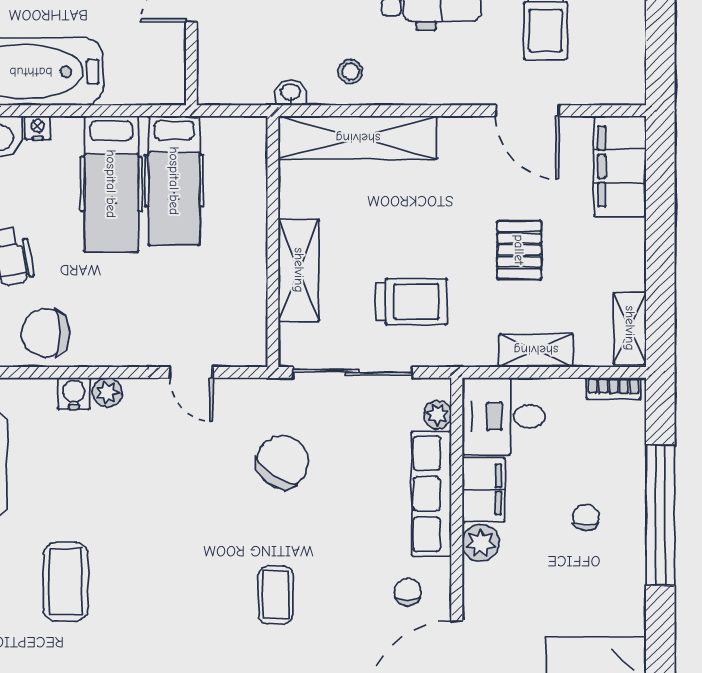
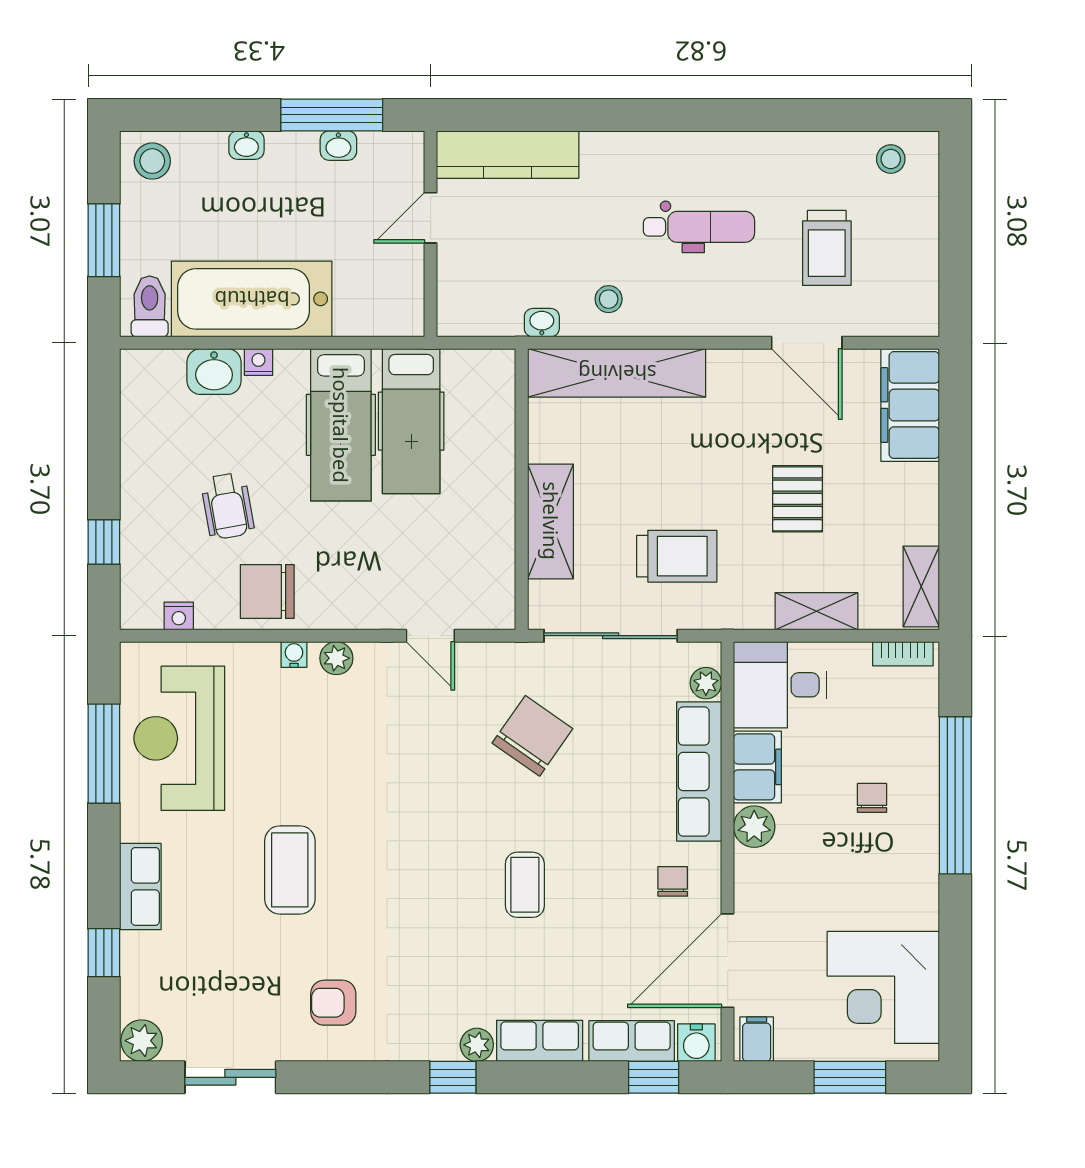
water cooler: (74, 394) -> (294, 655), width x0.72, depth x0.72

